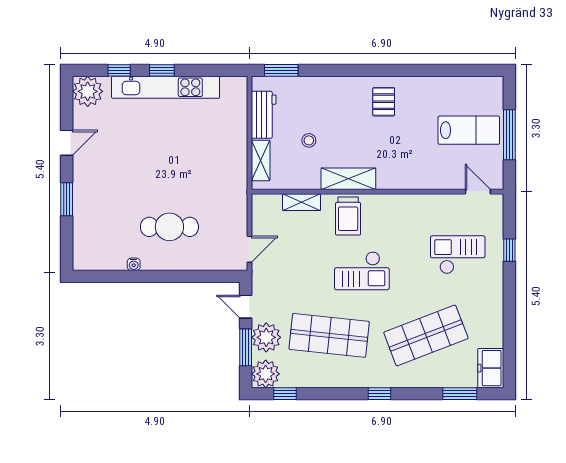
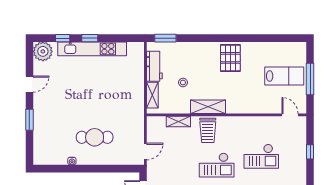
pallet: (384, 102) -> (230, 58), width x1.50, depth x1.42
checkout: (458, 255) -> (261, 156), moved, turned 180

